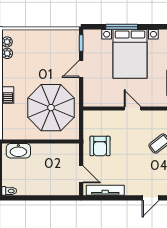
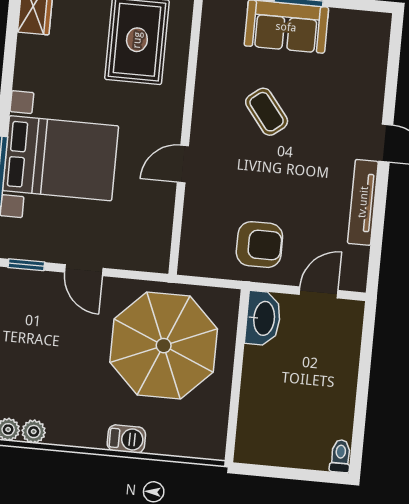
washbasin: (18, 151) -> (263, 318), moved
tv unit: (105, 190) -> (363, 202), moved

